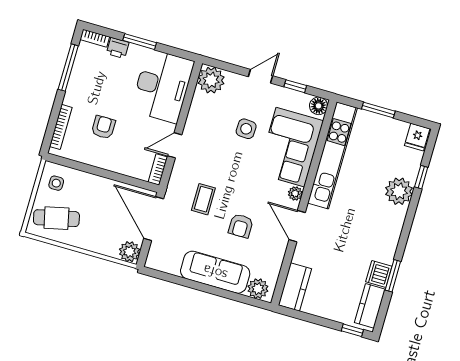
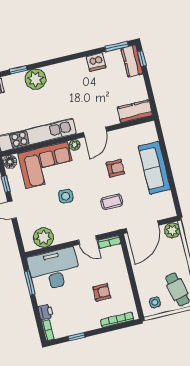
window: (140, 42) -> (29, 283), moved
window: (68, 68) -> (76, 337), width x0.46
plant: (211, 80) -> (43, 238), moved
armchair: (103, 127) -> (102, 292), turned 180
side table: (246, 129) -> (66, 196), moved
window: (393, 276) -> (117, 46), moved
plant: (258, 289) -> (149, 134), removed
kitchen counter: (370, 306) -> (132, 61), moved, turned 90

